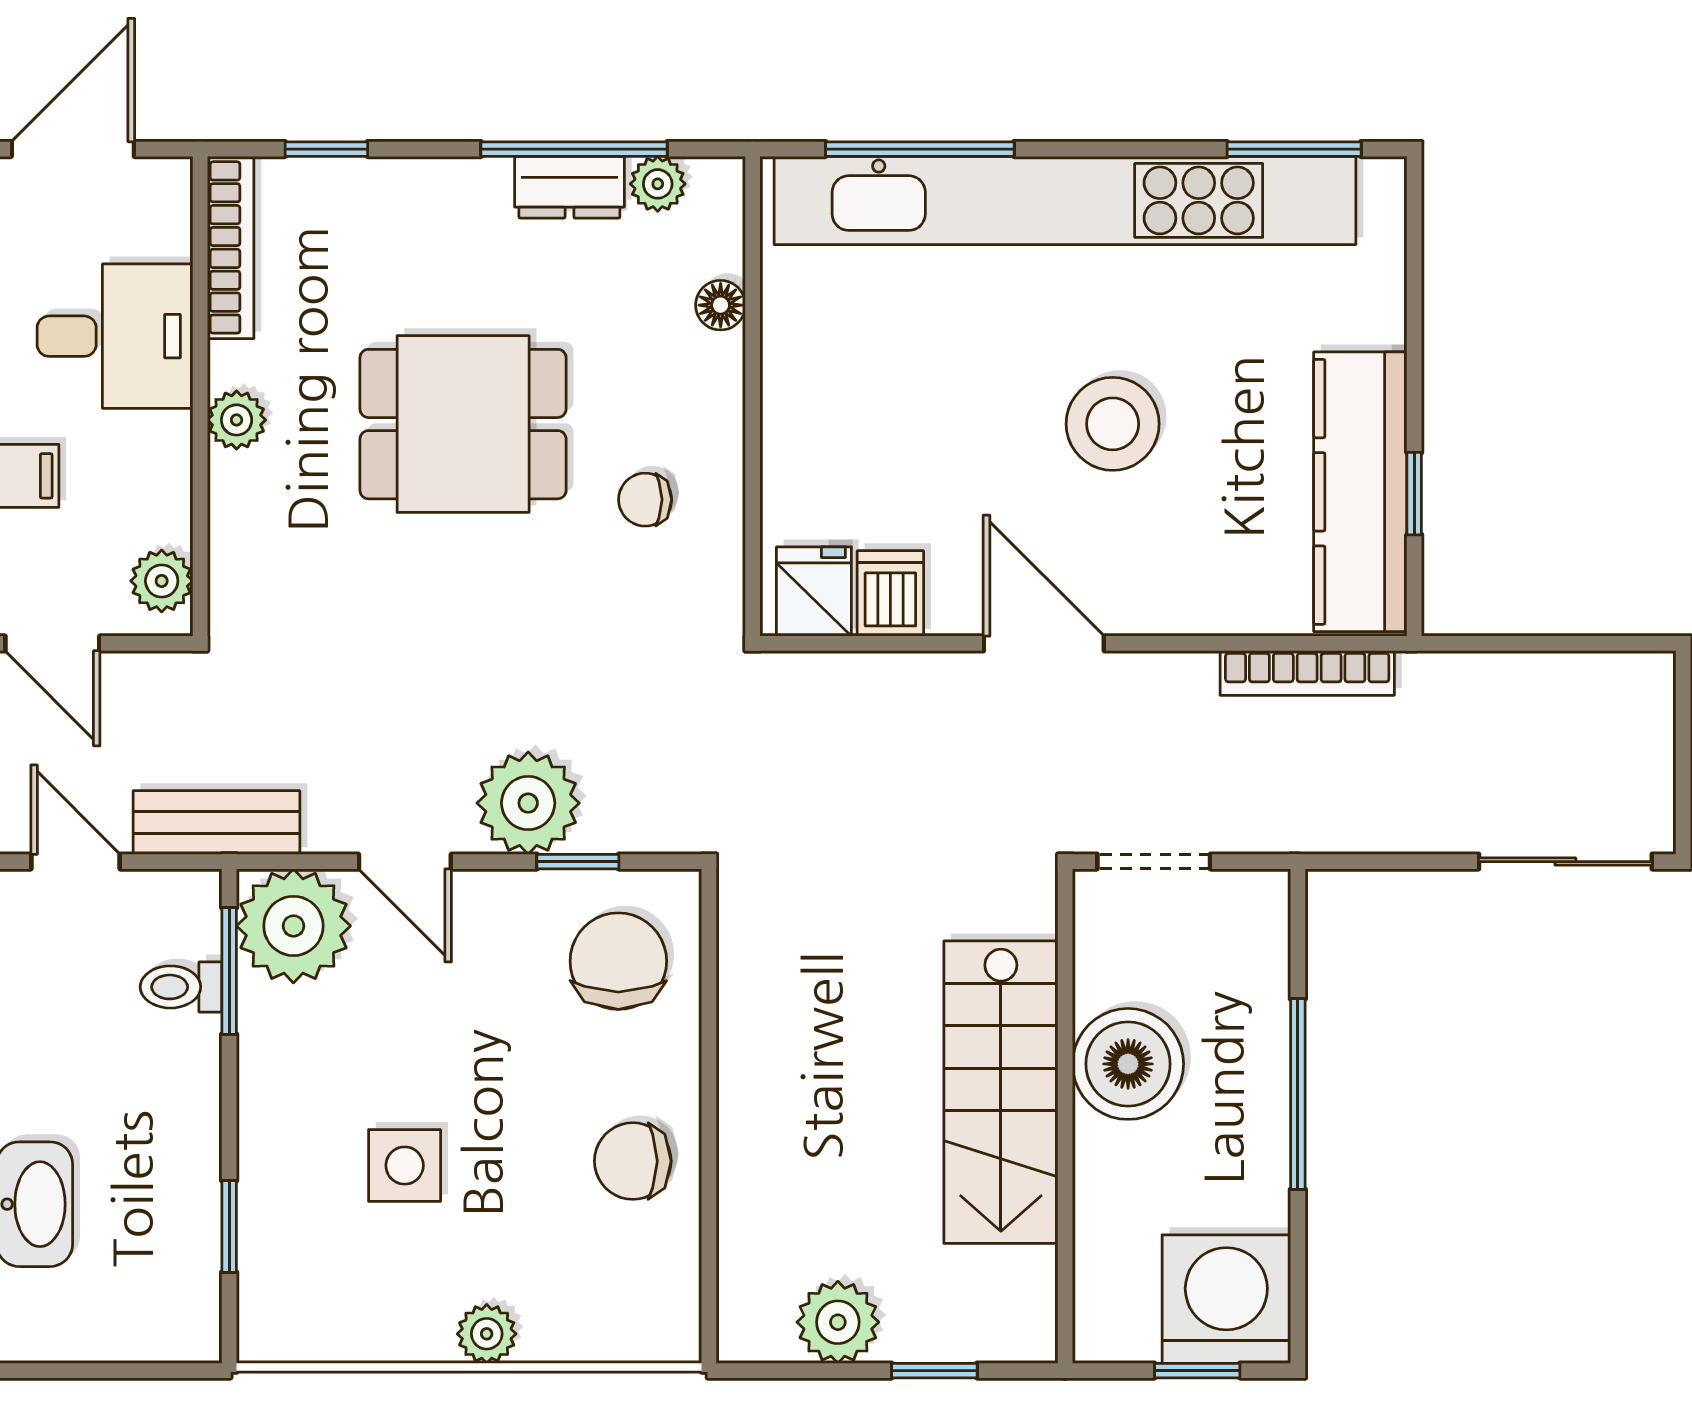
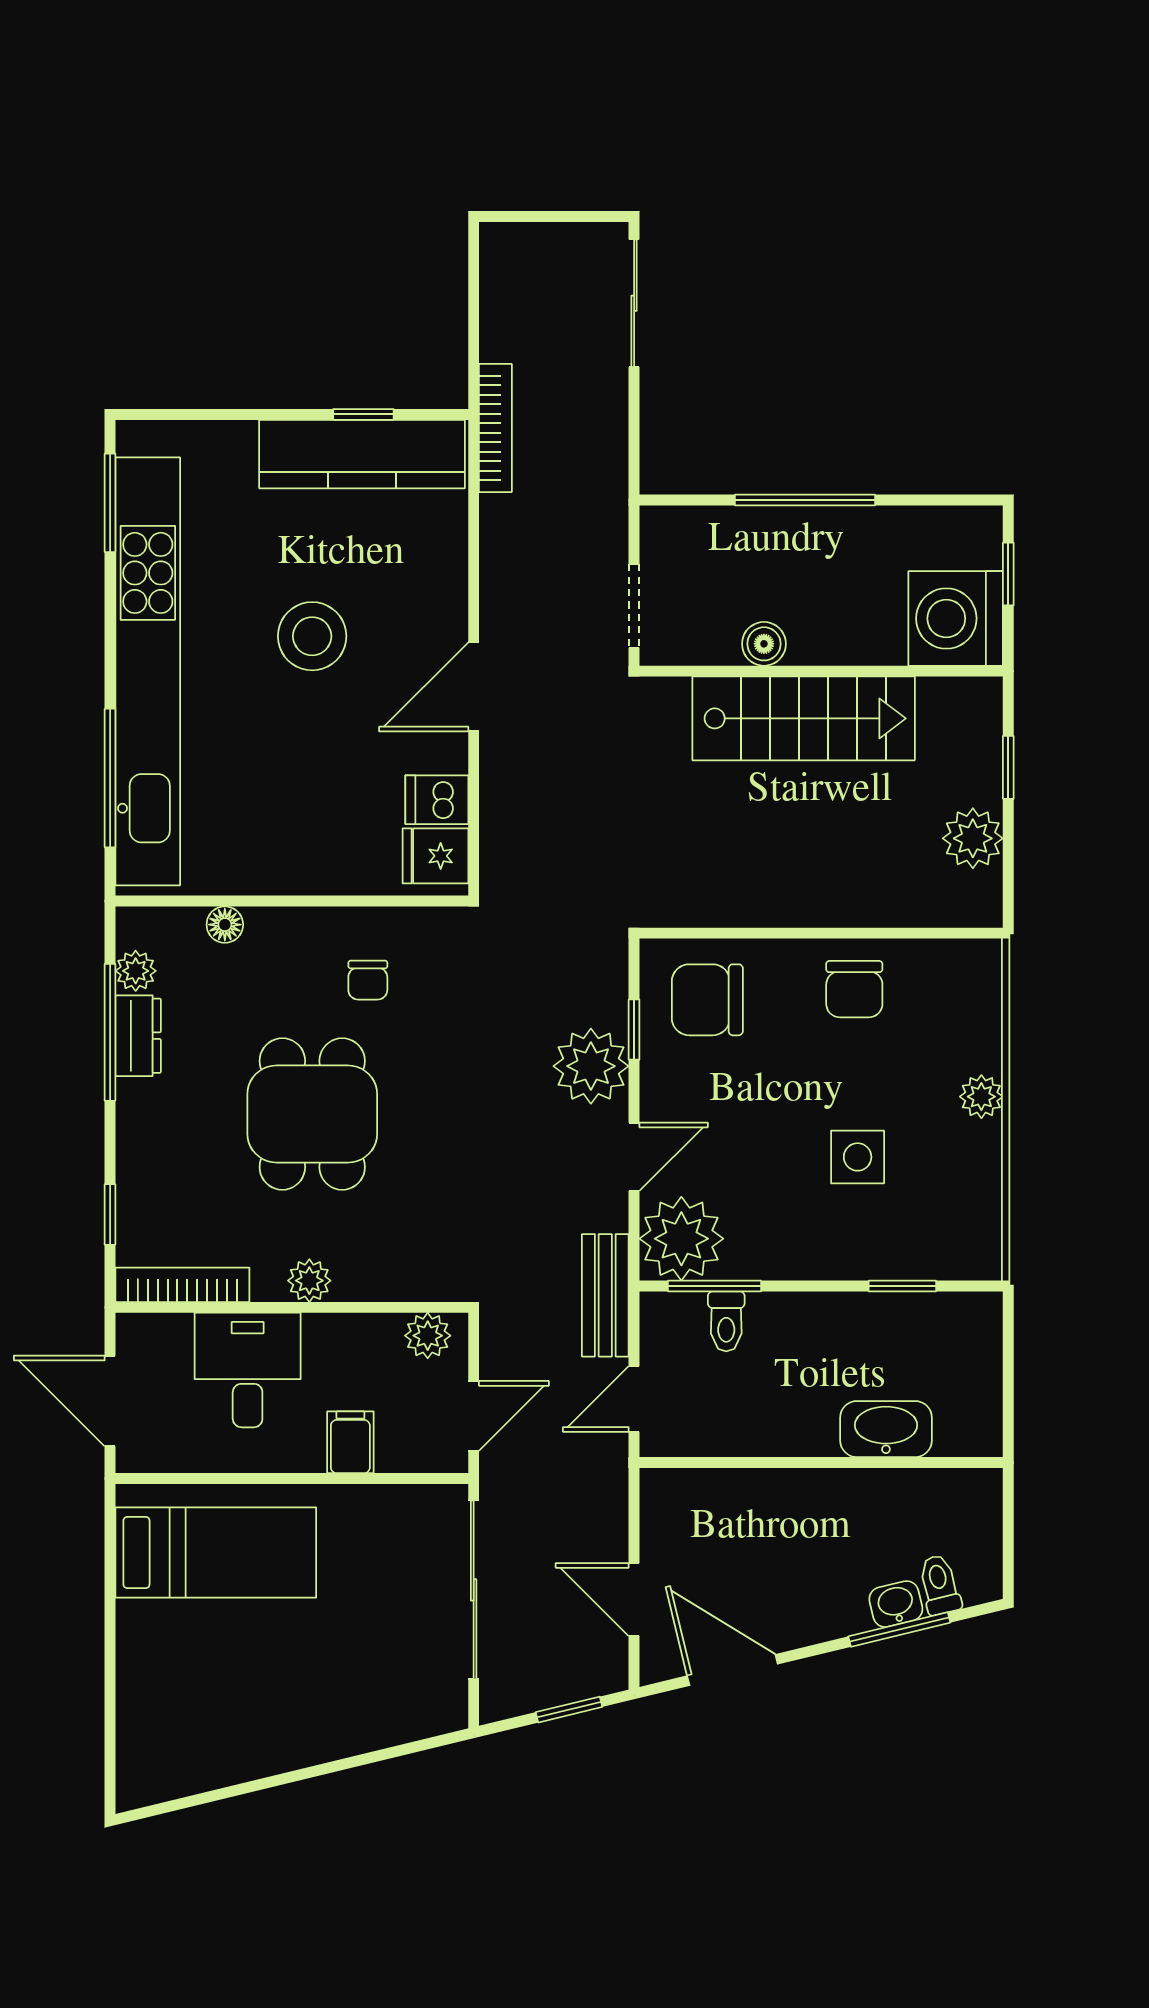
bookcase: (1307, 673) -> (495, 428), moved
boiler: (1128, 1064) -> (764, 644), width x0.54, depth x0.54
washing machine: (1226, 1299) -> (956, 618), moved

